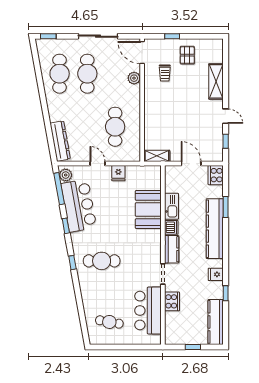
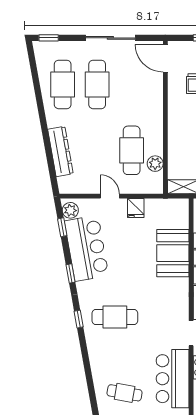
plant: (134, 78) -> (155, 164), moved
dresser: (60, 141) -> (60, 151), moved
window: (59, 189) -> (62, 227), width x0.46

